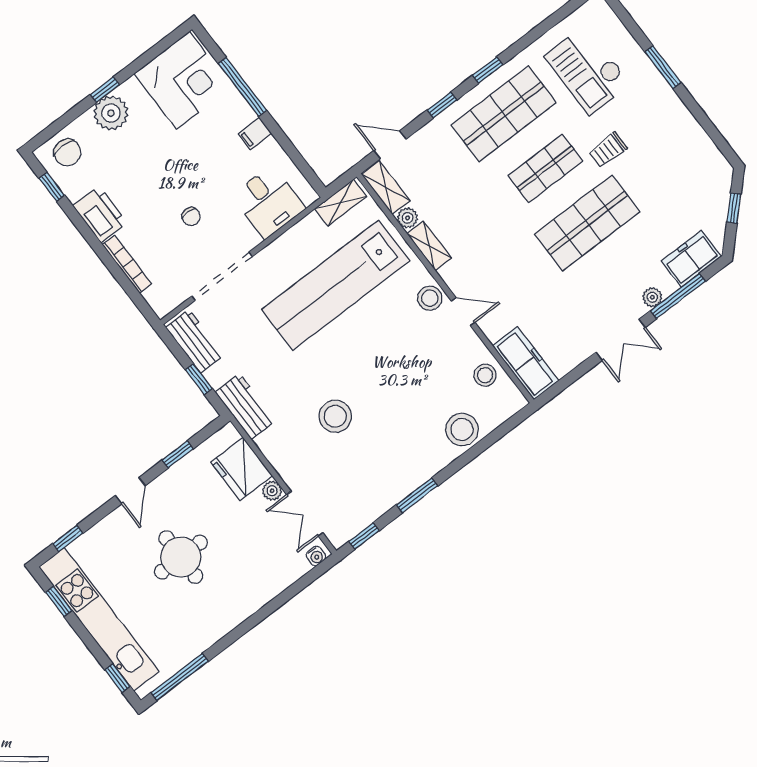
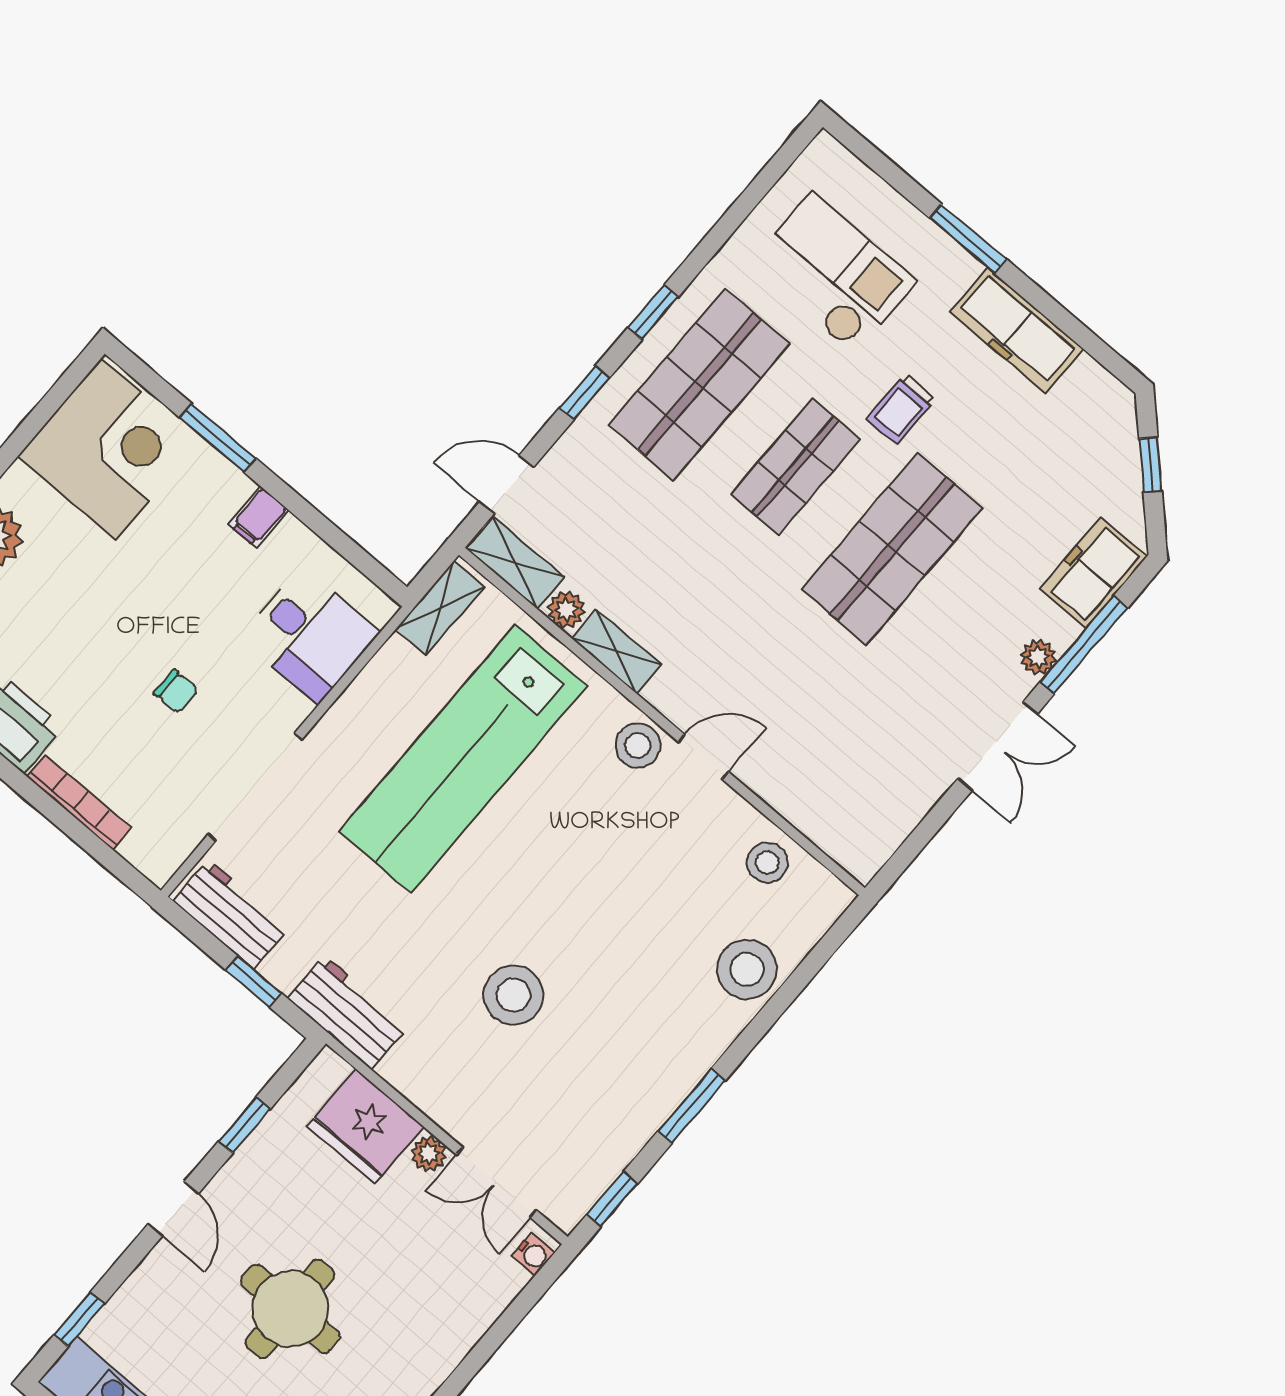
checkout: (587, 70) -> (833, 273), turned 180
window: (242, 87) -> (218, 438), width x0.69
freezer: (526, 363) -> (1017, 330), moved, turned 180

